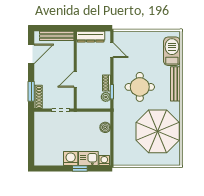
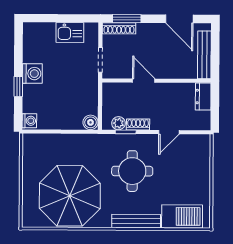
dresser: (91, 37) -> (203, 97), width x0.70
door: (112, 50) -> (169, 132), moved
boiler: (105, 127) -> (91, 122), moved
kitchen sink: (88, 158) -> (70, 32), moved, turned 90

